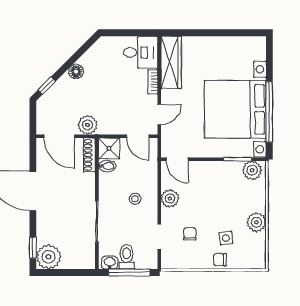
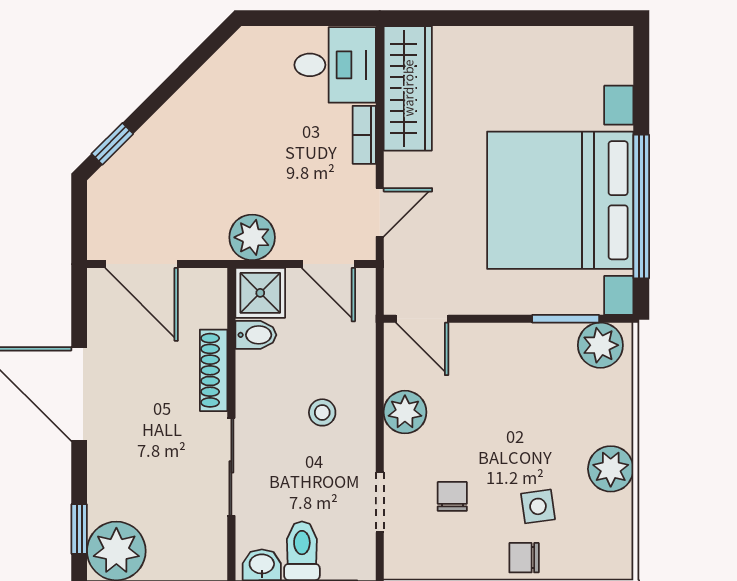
floor lamp: (76, 71) -> (182, 110), removed
plant: (88, 125) -> (252, 237), moved
shoe rack: (89, 155) -> (214, 370), moved

